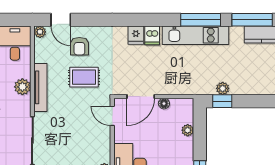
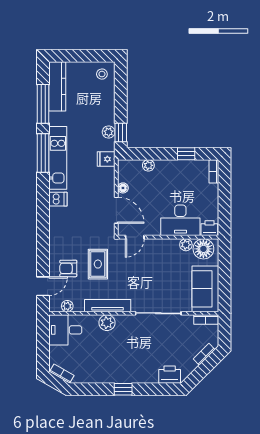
plant: (40, 32) -> (67, 306), moved
fridge: (136, 35) -> (106, 159), moved, turned 180
armchair: (79, 46) -> (68, 268), turned 180

